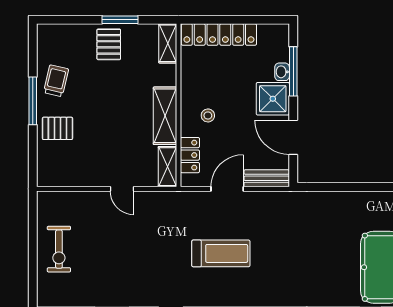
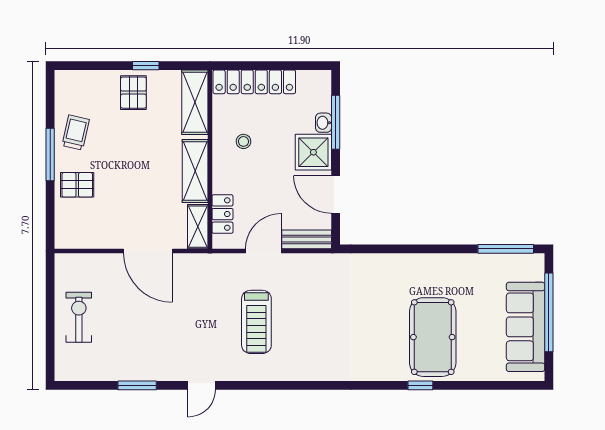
window: (120, 20) -> (146, 66), width x0.67
shelving: (168, 43) -> (195, 102), width x1.50, depth x1.33
stool: (208, 115) -> (244, 141), moved
door: (122, 189) -> (148, 251), width x1.87
exercise bike: (59, 249) -> (79, 317), turned 180
treadmill: (221, 253) -> (256, 322), turned 90

